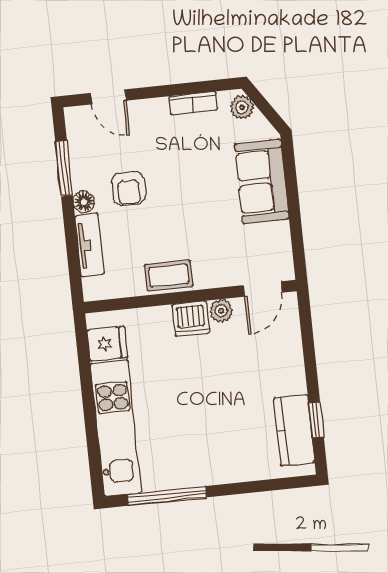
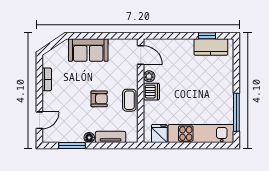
plant: (242, 107) -> (51, 56), removed
armchair: (129, 188) -> (99, 99), moved

